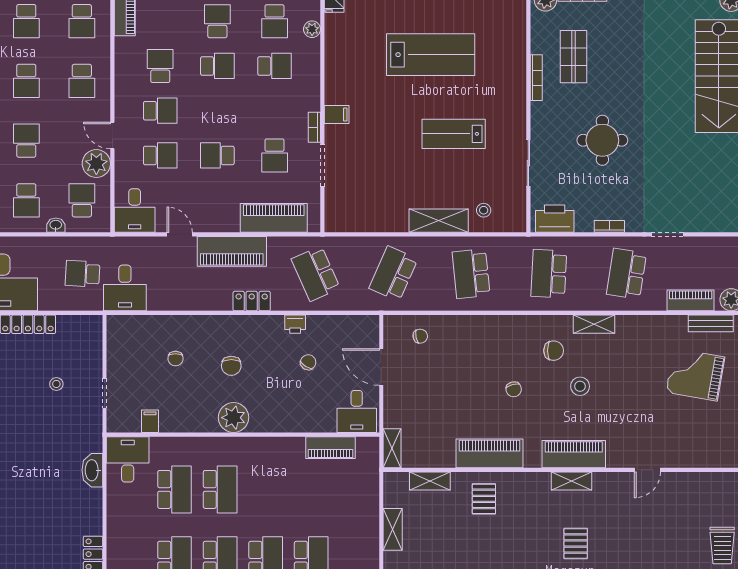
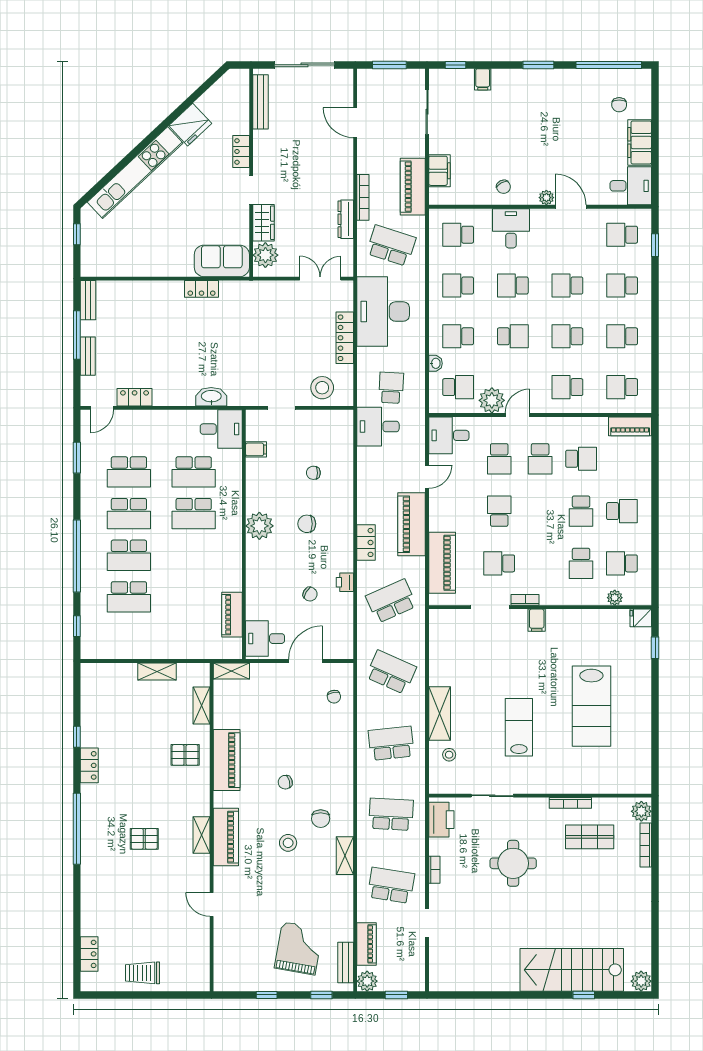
stool: (56, 384) -> (322, 388), moved, width x1.89, depth x1.89

